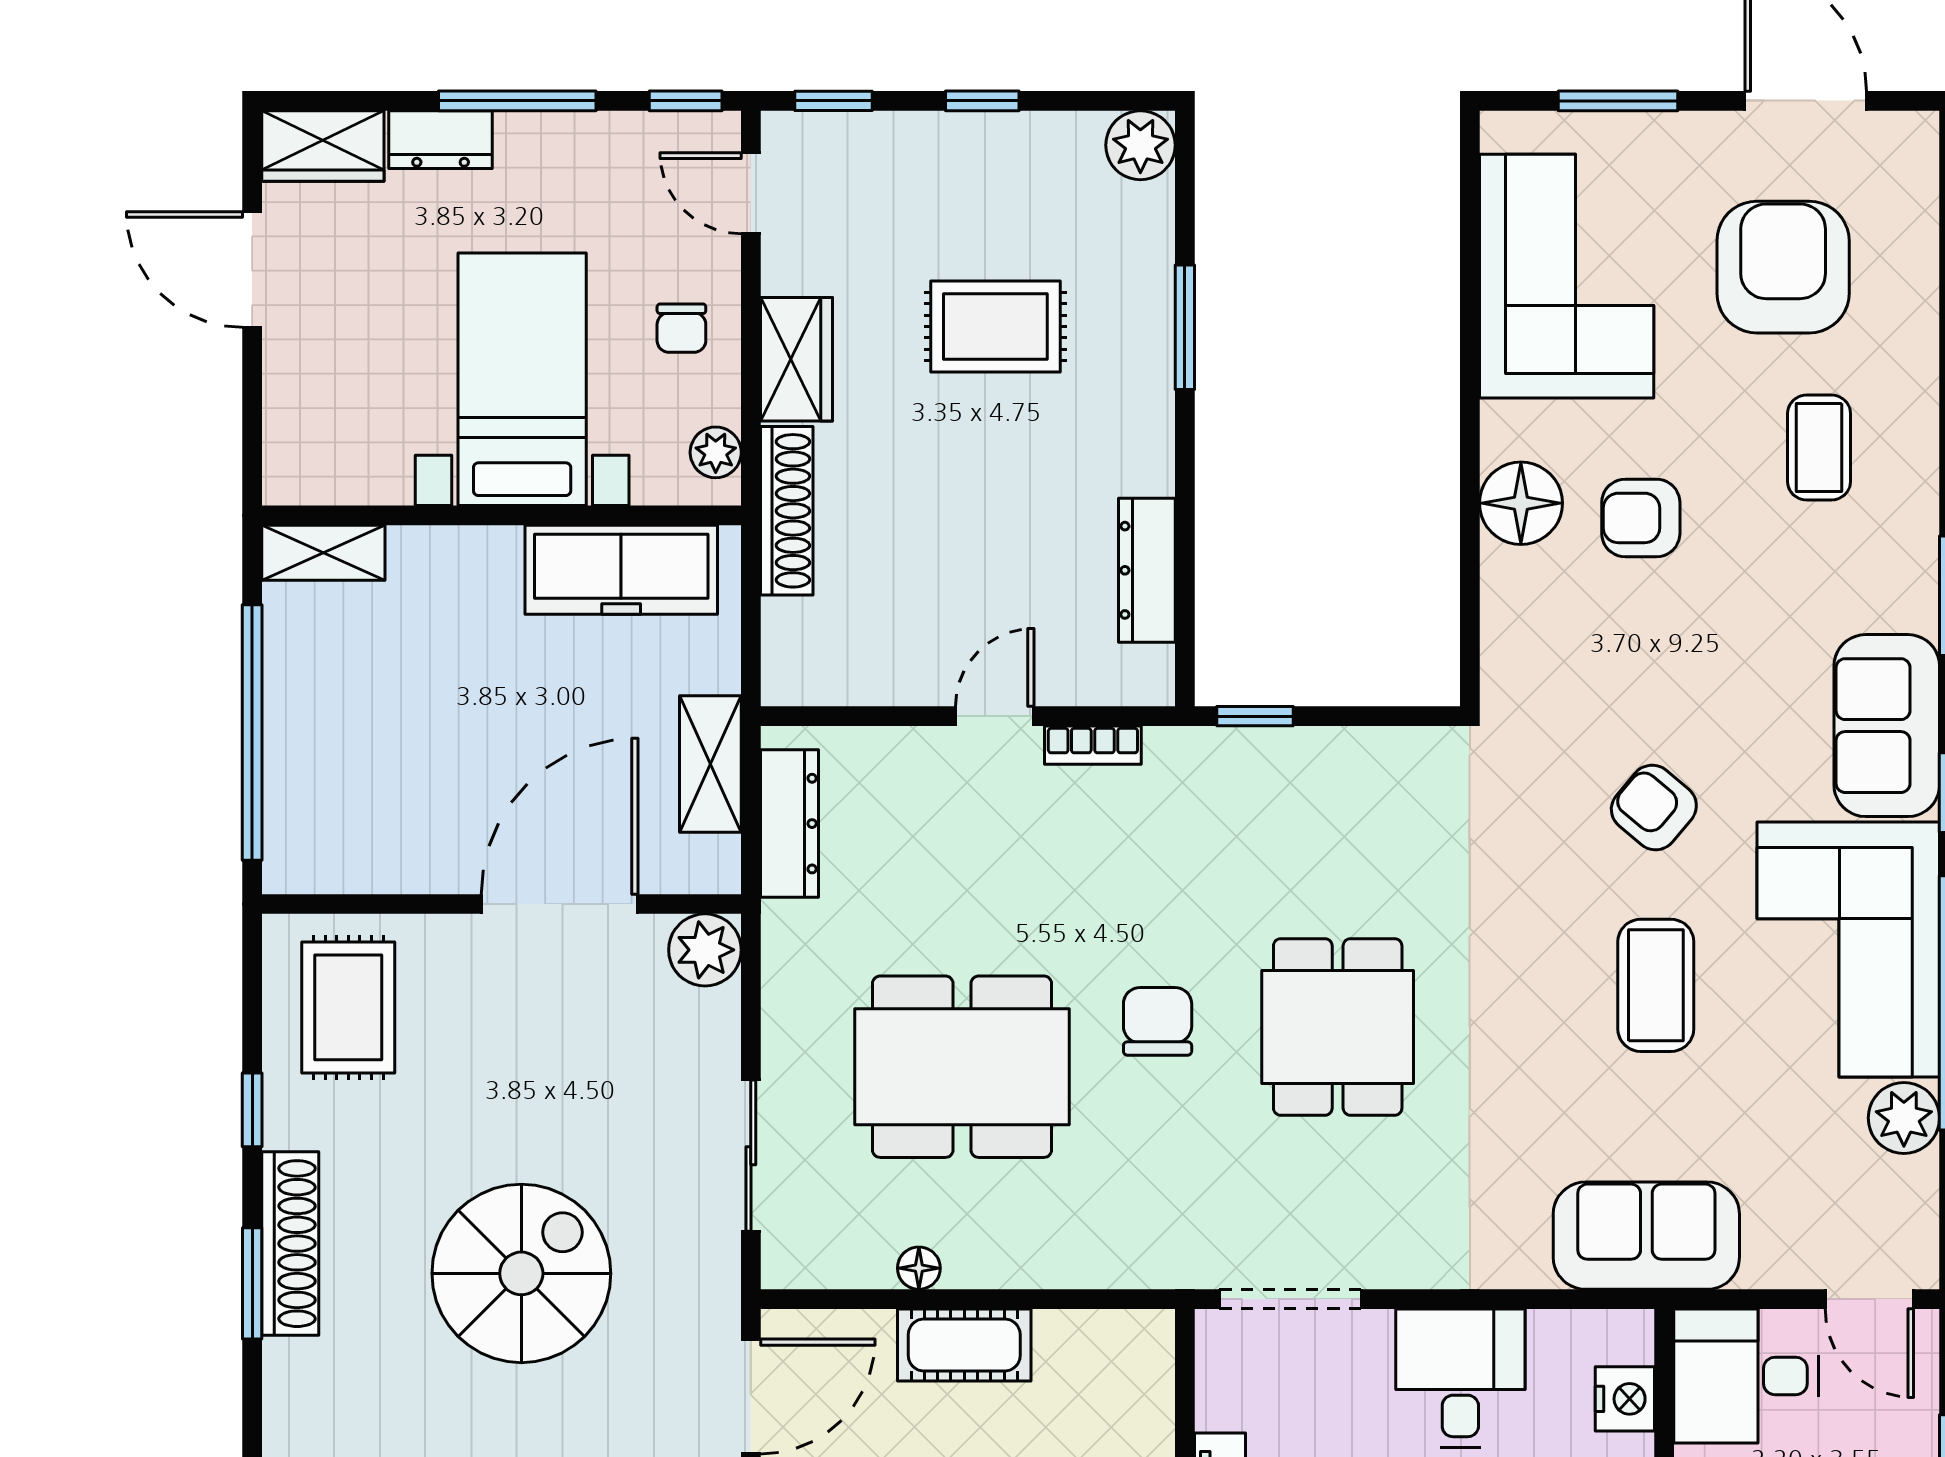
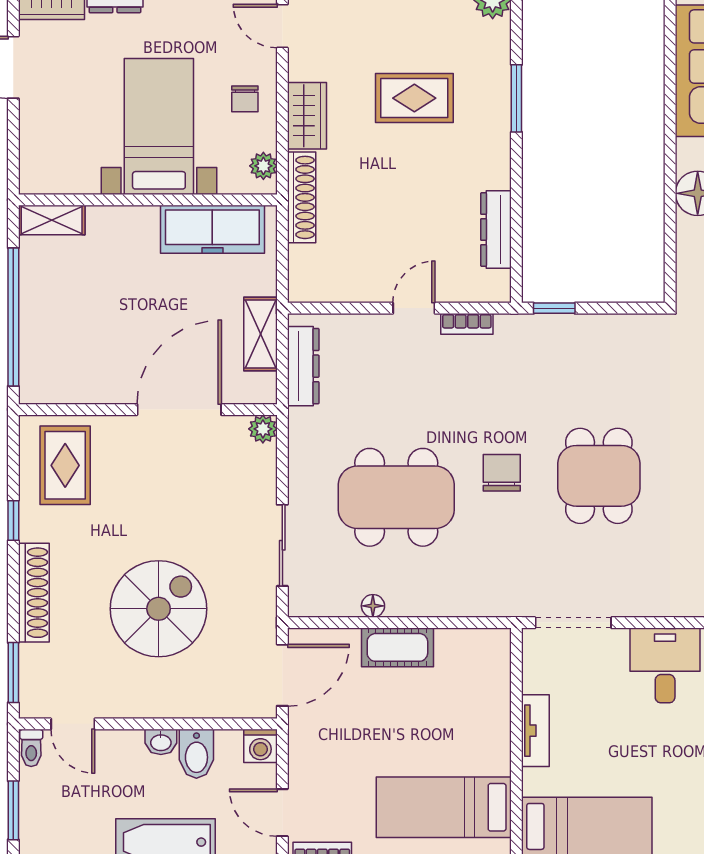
plant: (705, 950) -> (263, 429), width x0.73, depth x0.73
window: (252, 1283) -> (13, 673), moved

